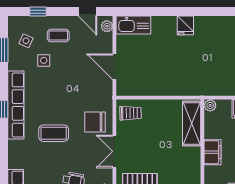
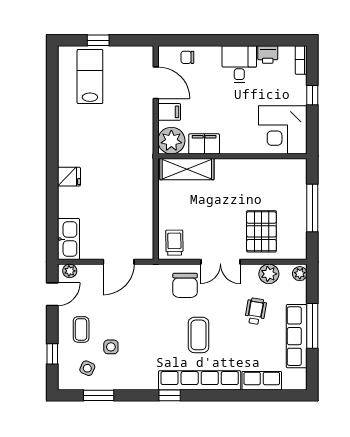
row of seats: (16, 105) -> (200, 380), moved
plant: (210, 105) -> (171, 141), width x1.88, depth x1.88
filing cabinet: (213, 152) -> (204, 144), moved

